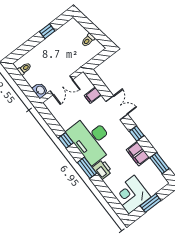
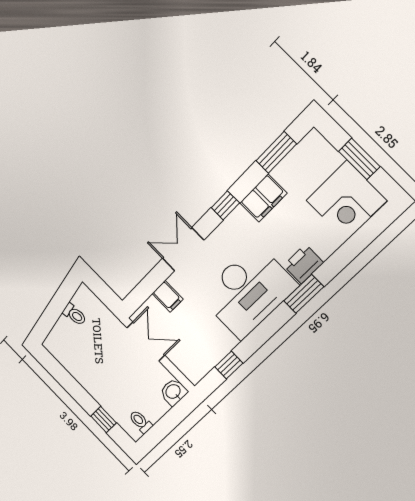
window: (47, 31) -> (104, 419), moved
double door: (61, 85) -> (146, 342), moved
window: (66, 140) -> (229, 365), moved

